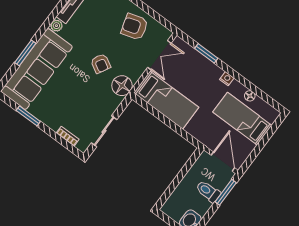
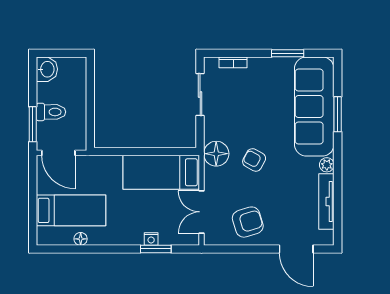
nightstand: (227, 79) -> (151, 239), moved

